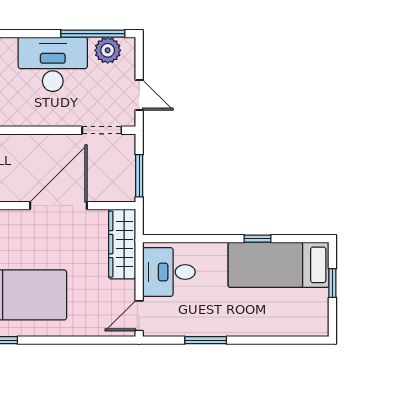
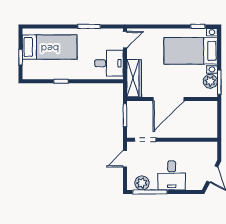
desk: (53, 64) -> (172, 175), width x0.73
door: (139, 95) -> (125, 159), hinge flipped
bed: (279, 265) -> (50, 47), moved

